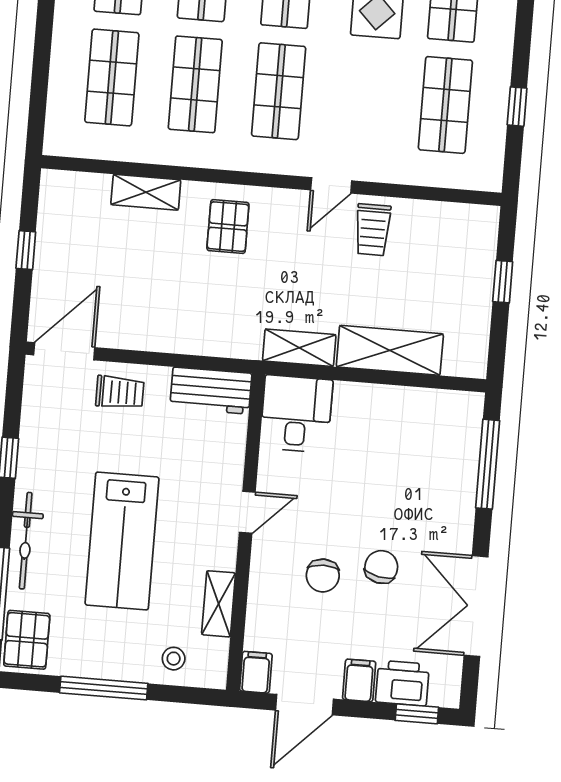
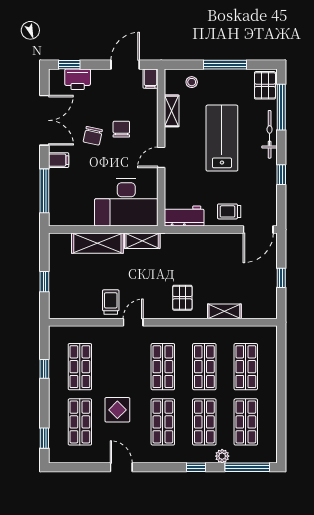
desk: (296, 414) -> (126, 202), width x1.87, depth x1.30
filing cabinet: (359, 680) -> (59, 160), moved, turned -90

